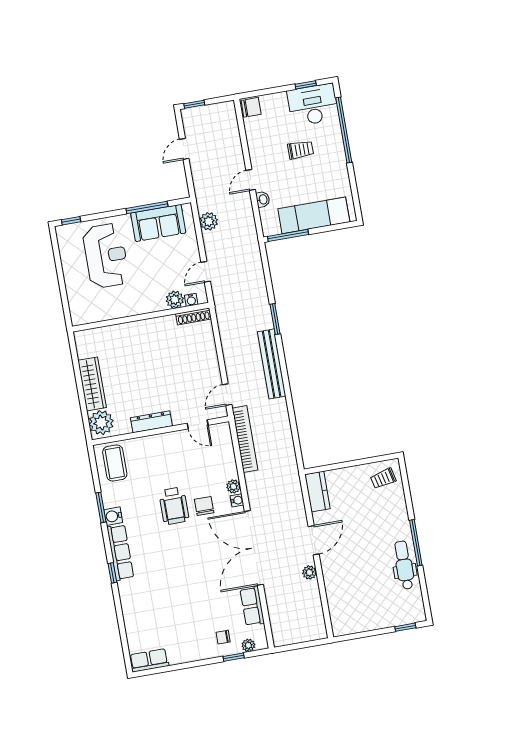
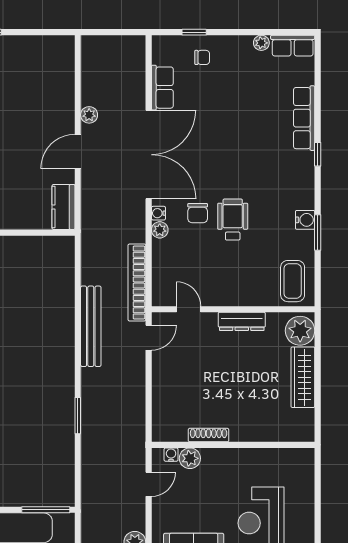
shoe rack: (194, 316) -> (209, 435), moved
bench: (272, 364) -> (91, 326), moved
row of seats: (120, 552) -> (304, 118), moved
plant: (248, 645) -> (261, 43), moved

